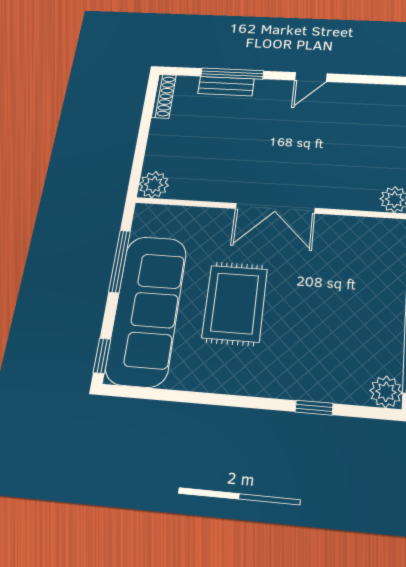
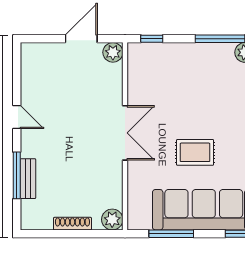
shoe rack: (164, 96) -> (72, 224), moved
rug: (235, 303) -> (195, 152), width x0.73, depth x0.70

